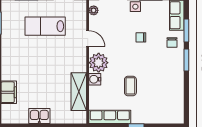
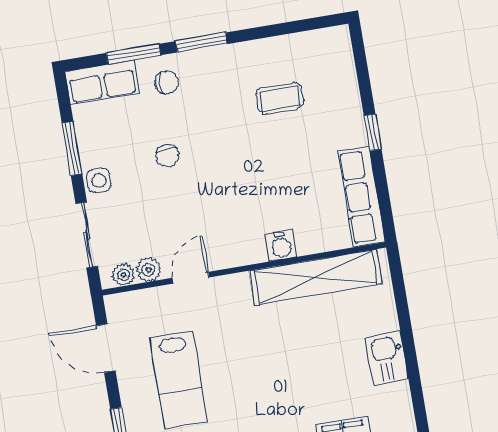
plant: (99, 63) -> (148, 270), moved, width x0.53, depth x0.53
coffee table: (130, 86) -> (280, 98), moved
shelving: (79, 92) -> (316, 277), width x1.47

